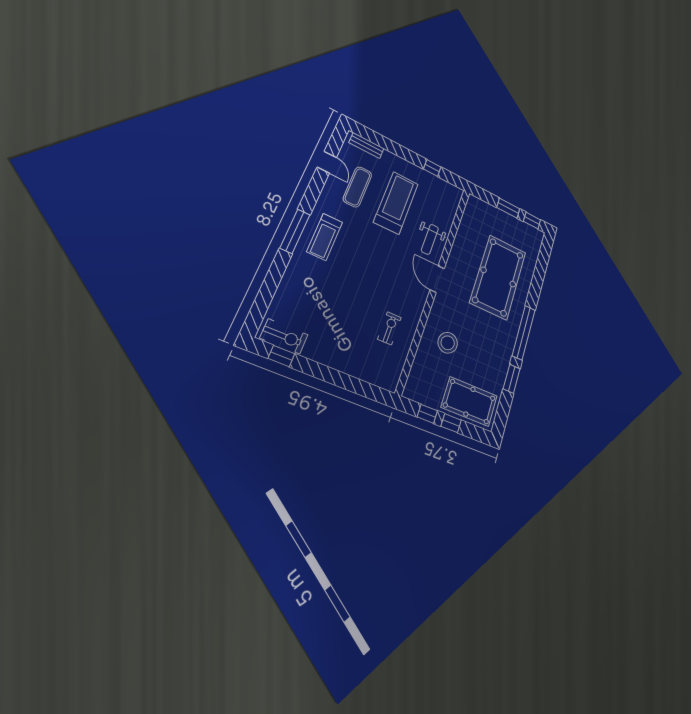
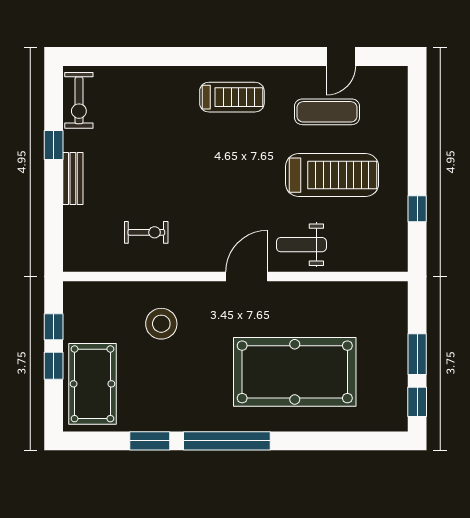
bench: (366, 145) -> (73, 178), moved
window: (295, 231) -> (221, 56), removed
treadmill: (325, 237) -> (232, 97), turned 180
window: (281, 356) -> (54, 145), moved

